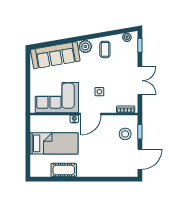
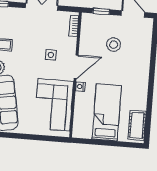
door: (91, 114) -> (76, 67), hinge flipped
stool: (125, 134) -> (114, 45), moved
cot: (64, 170) -> (137, 125), moved

